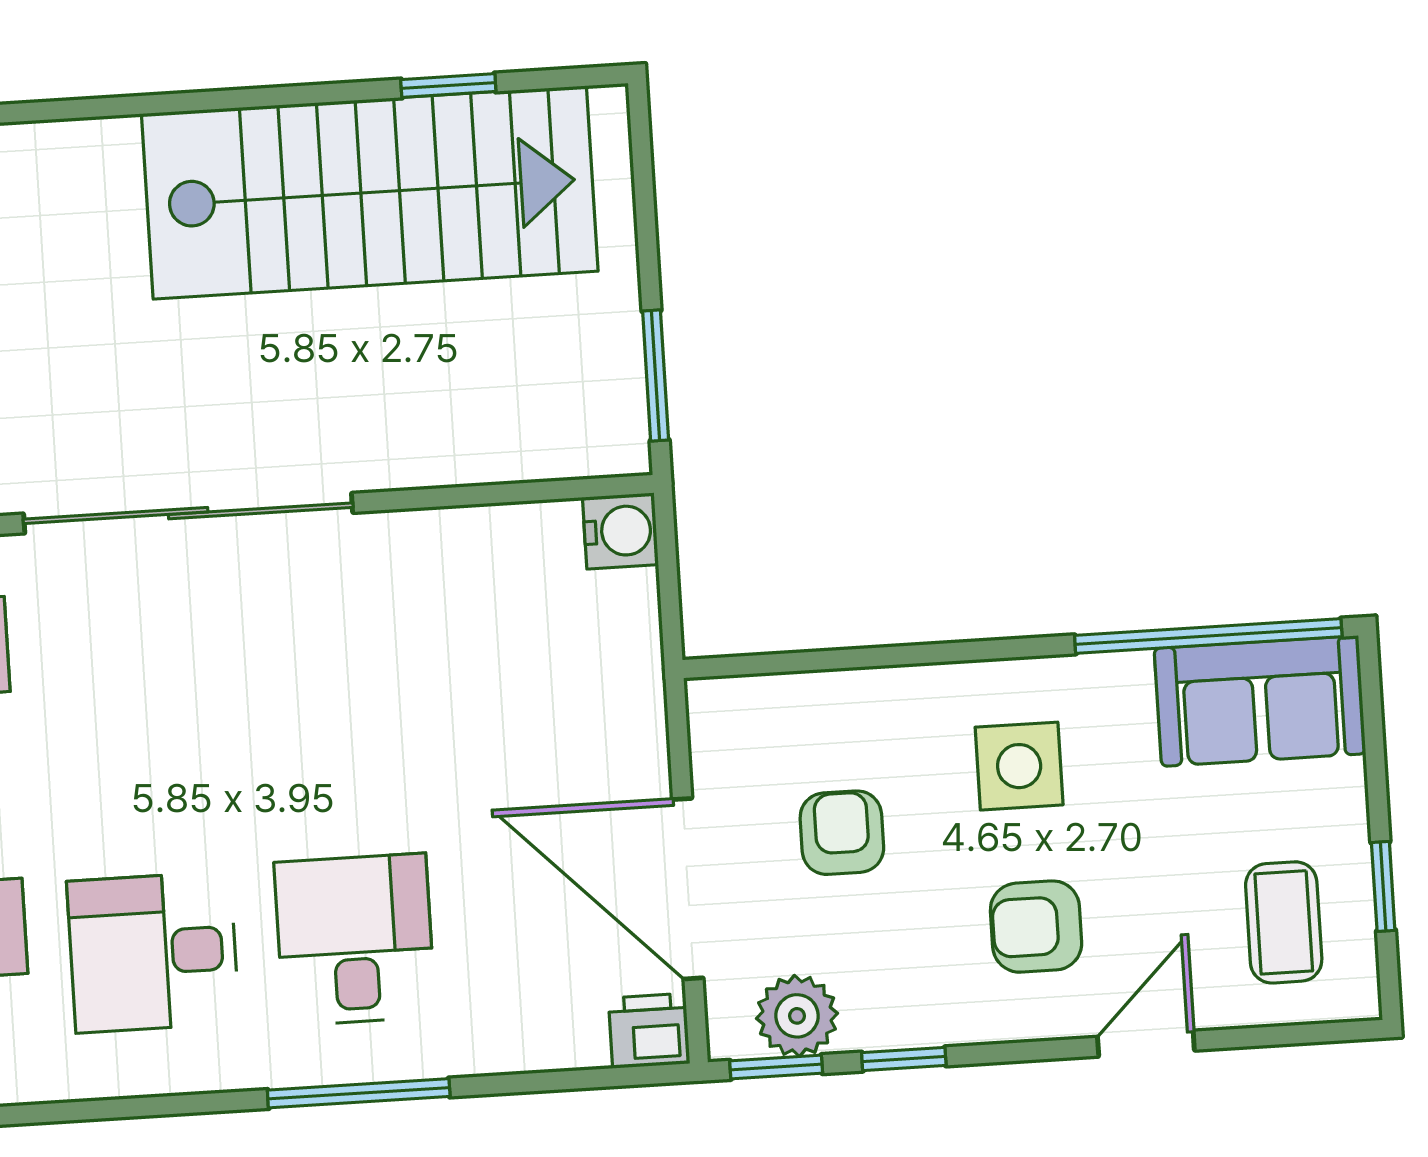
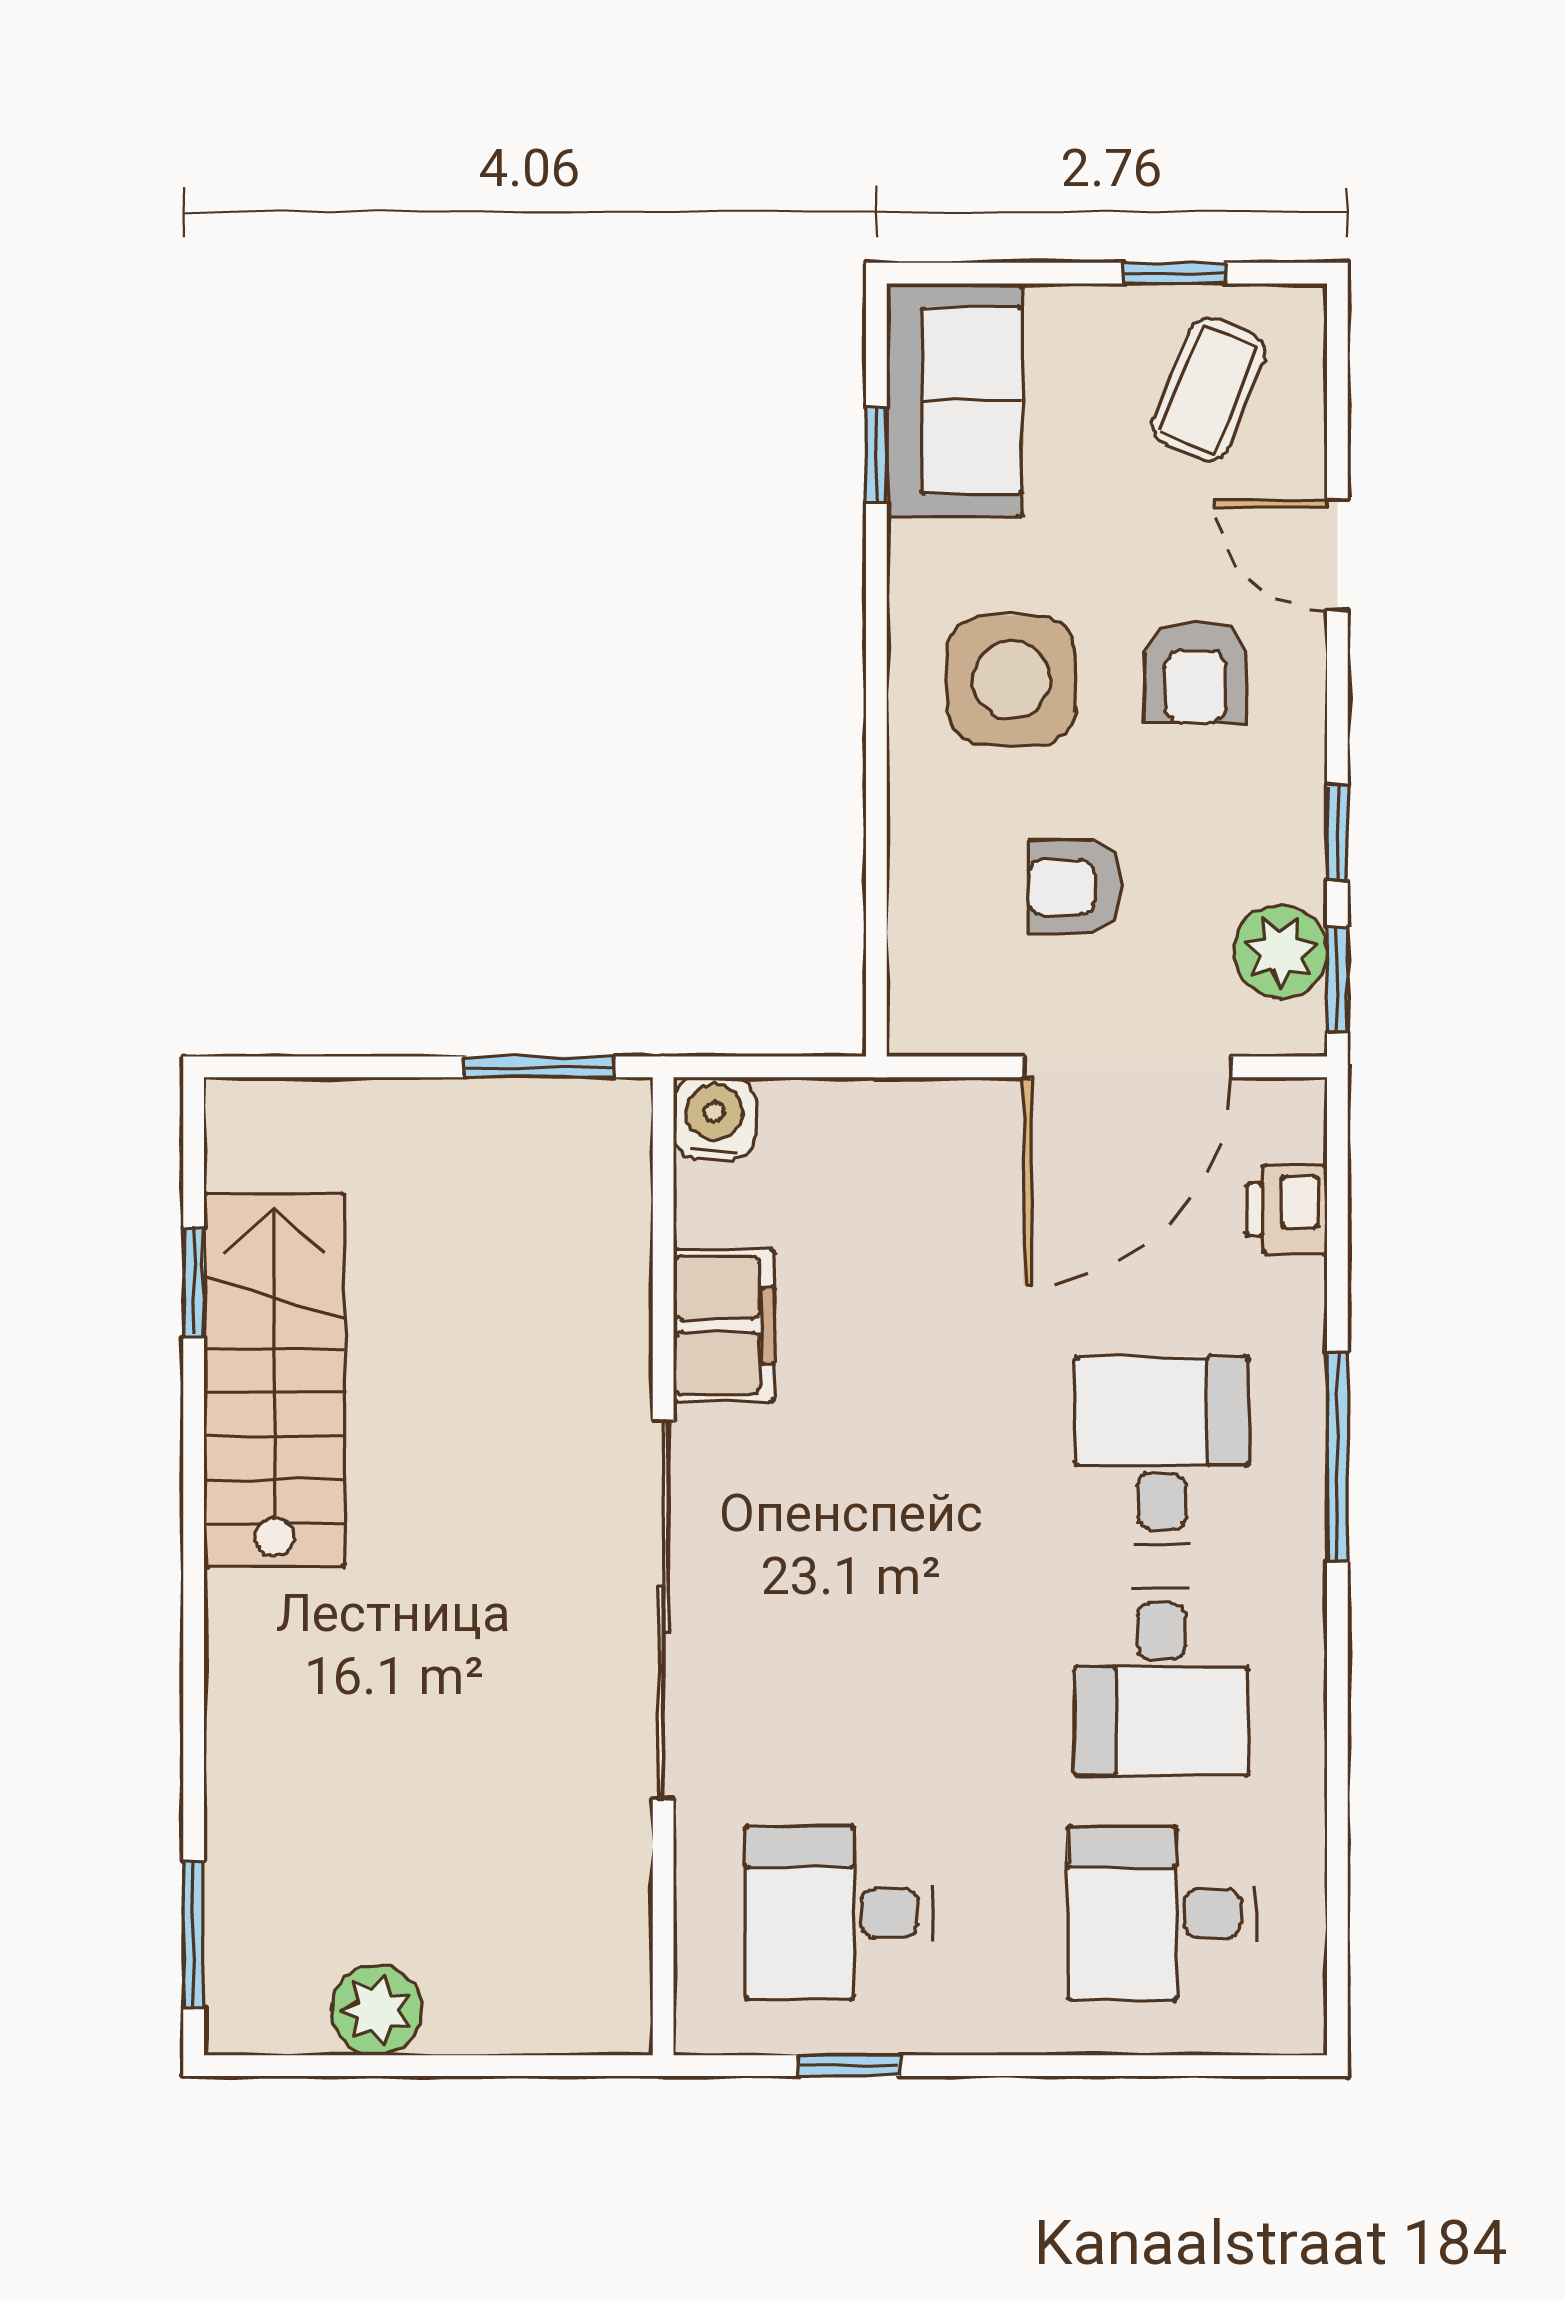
stairs: (370, 192) -> (274, 1380), width x0.73, depth x0.66
filing cabinet: (440, 551) -> (724, 1325), added
window: (1208, 636) -> (876, 455), width x0.32
side table: (1019, 766) -> (1011, 680), width x1.37, depth x1.37
coffee table: (1284, 922) -> (1209, 389), turned -68
desk: (355, 940) -> (1162, 1451), turned 90
printer: (649, 1031) -> (1287, 1210), moved

